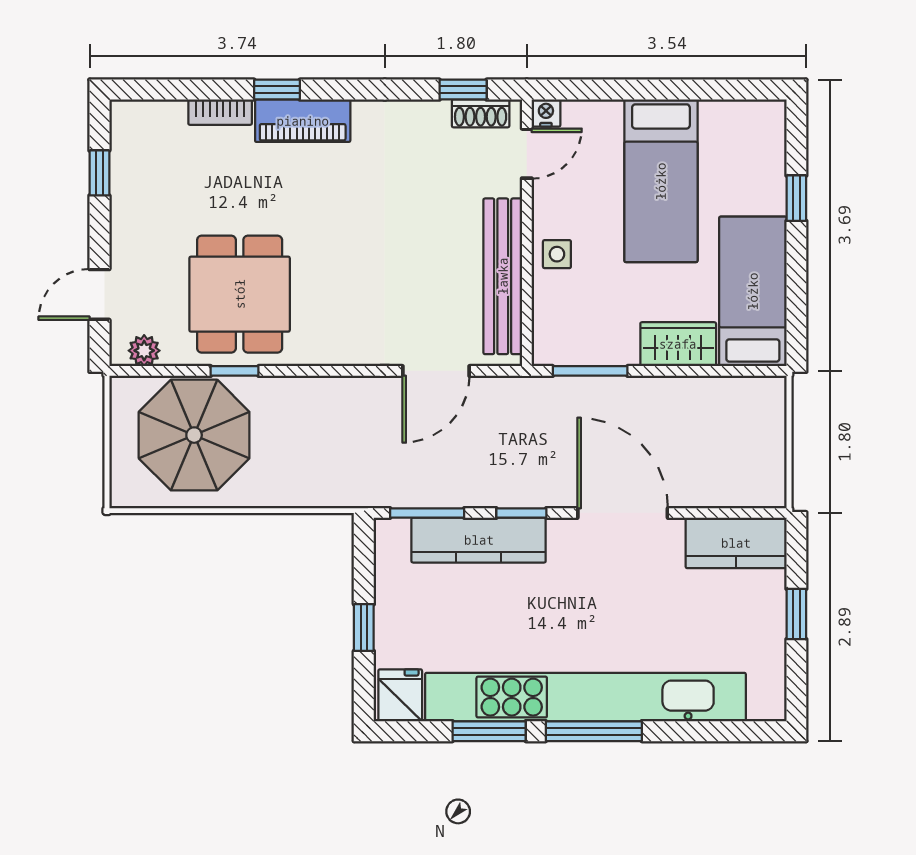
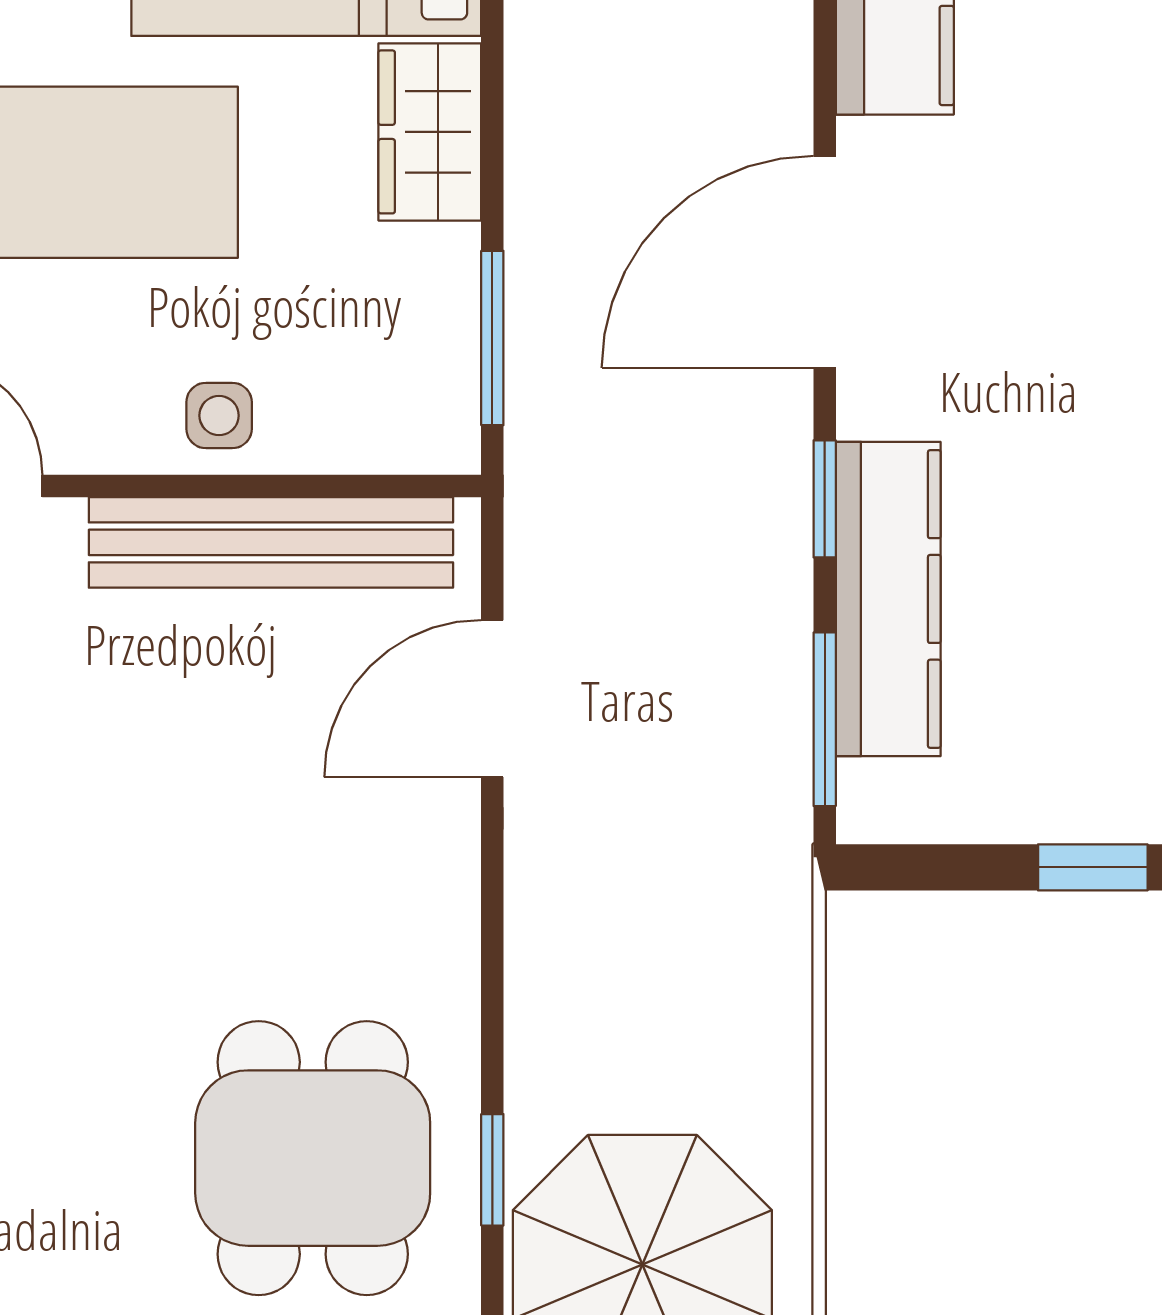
dining table: (240, 294) -> (313, 1158), turned 90
door: (436, 371) -> (492, 699), swing flipped

